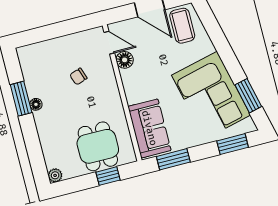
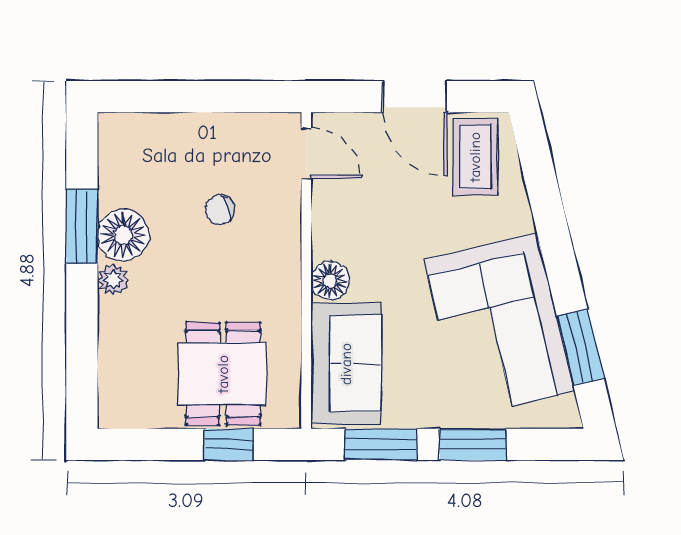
floor lamp: (125, 60) -> (330, 281), moved
floor lamp: (36, 104) -> (123, 235), width x1.89, depth x1.89
window: (233, 144) -> (473, 444), moved
plant: (55, 175) -> (113, 280), moved

